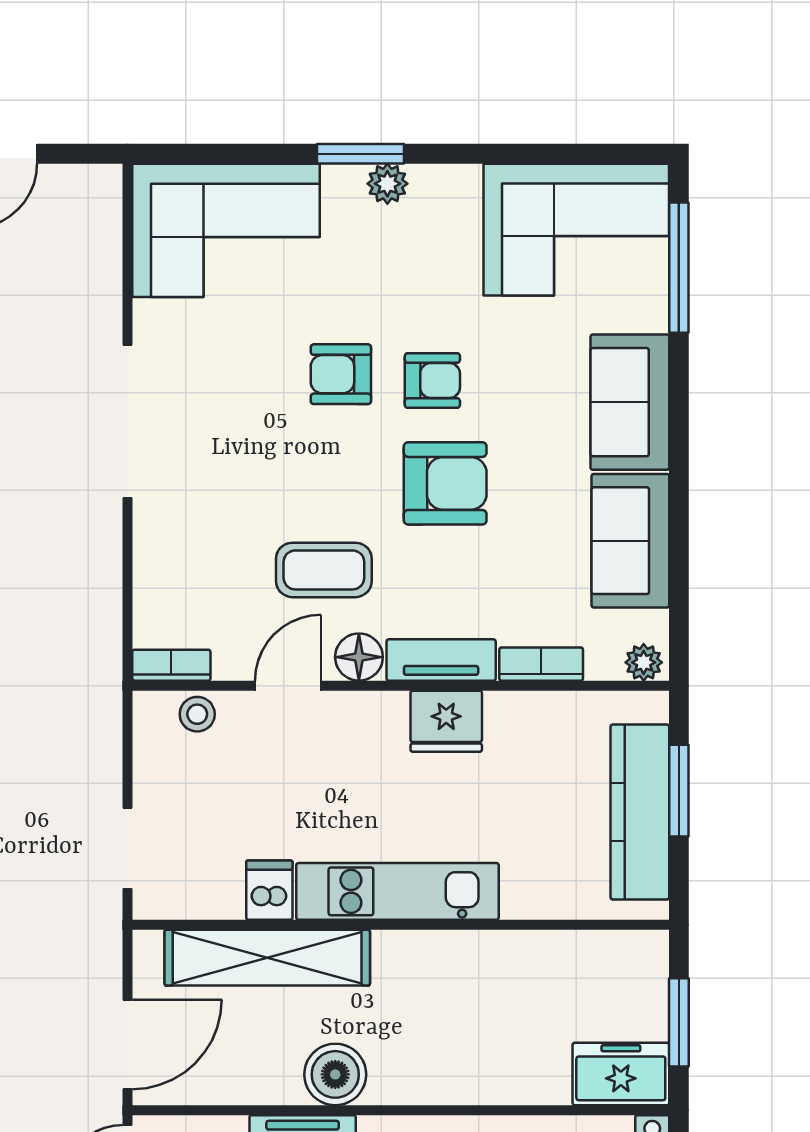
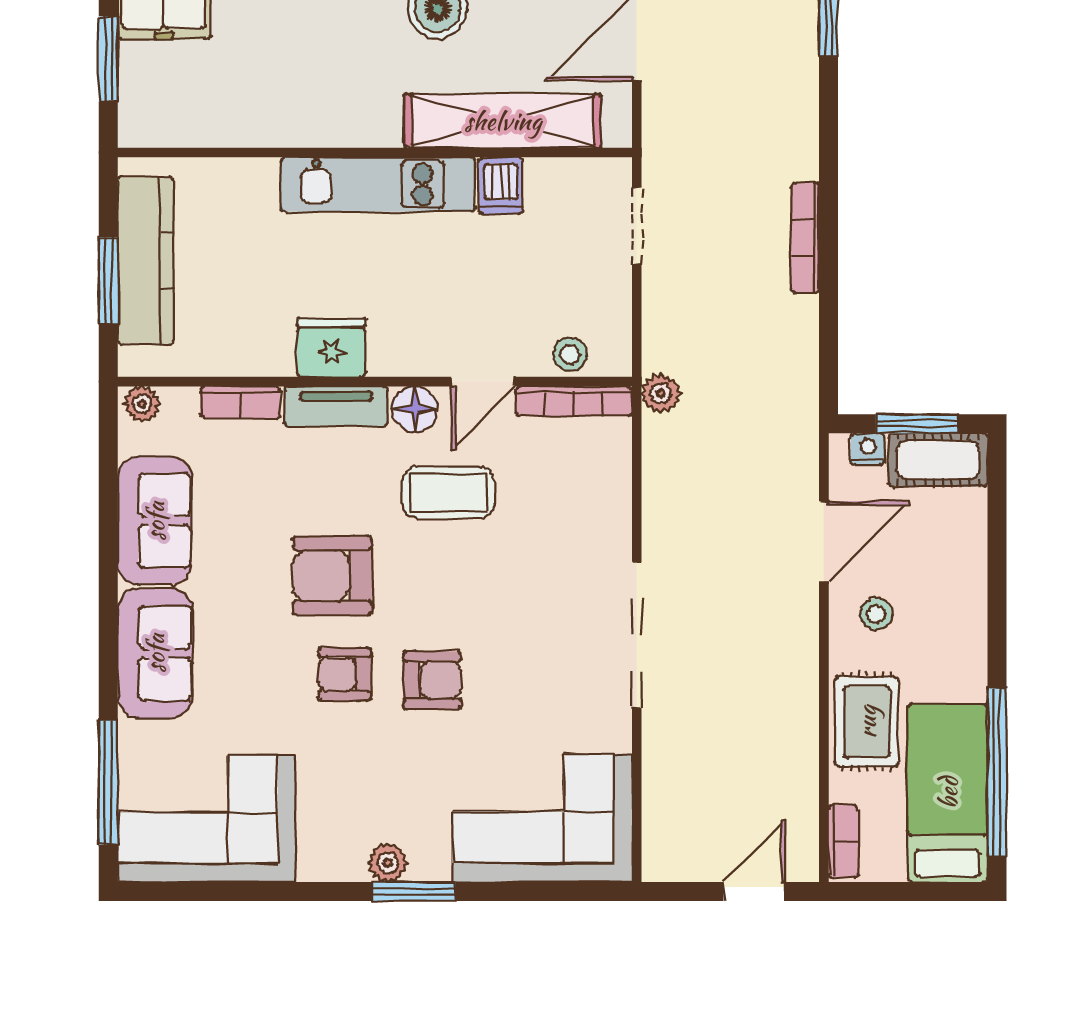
bookcase: (171, 665) -> (574, 401), width x1.56
plant: (102, 673) -> (661, 393), added

